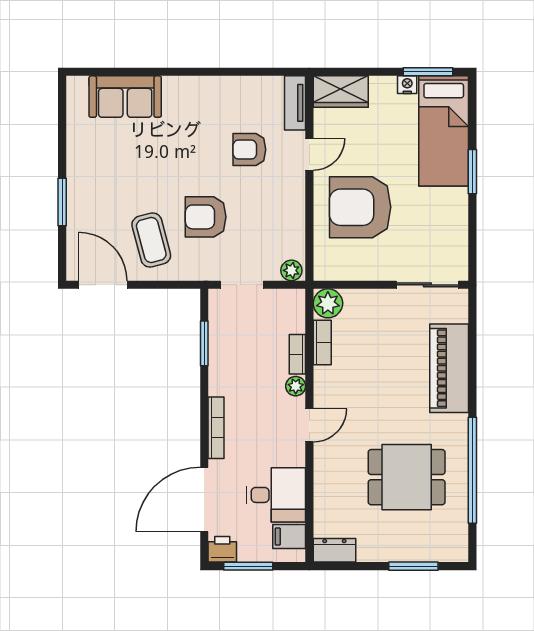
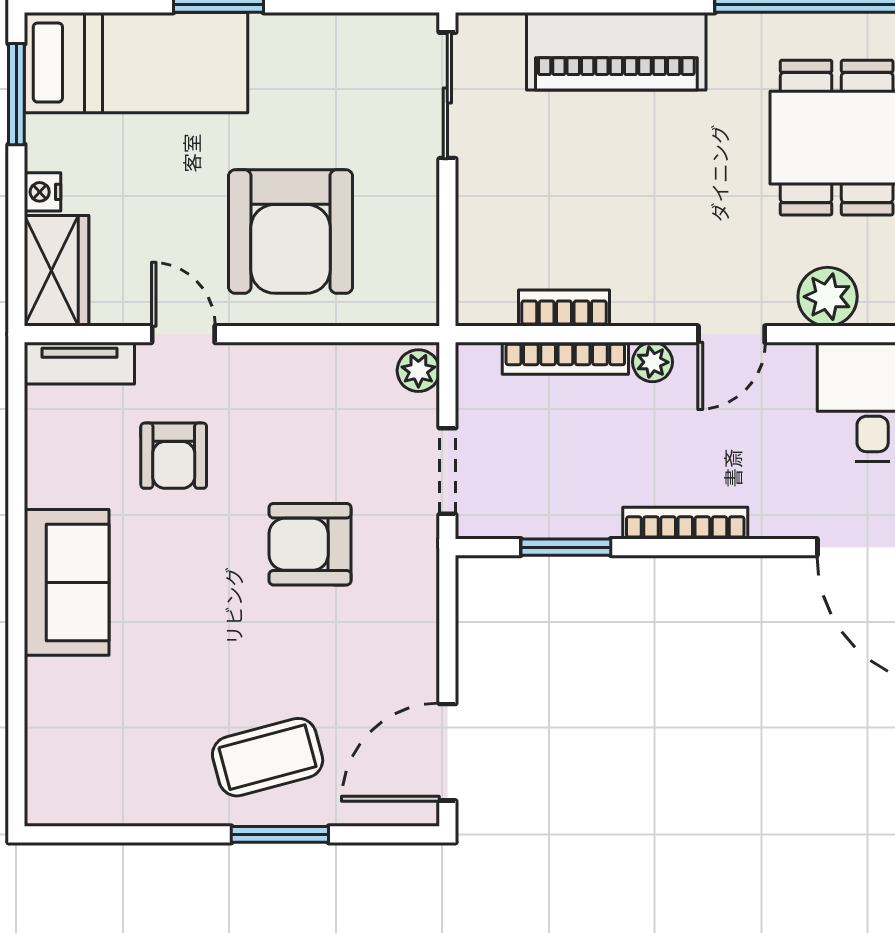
nightstand: (407, 85) -> (43, 192), moved
sofa: (125, 97) -> (67, 582), moved
armchair: (206, 217) -> (310, 544), turned 90
coffee table: (151, 240) -> (268, 757), moved
plant: (328, 303) -> (828, 297), moved
bookcase: (297, 354) -> (565, 358), width x1.56
door: (309, 425) -> (732, 334), swing flipped
bookcase: (216, 428) -> (685, 523), moved

